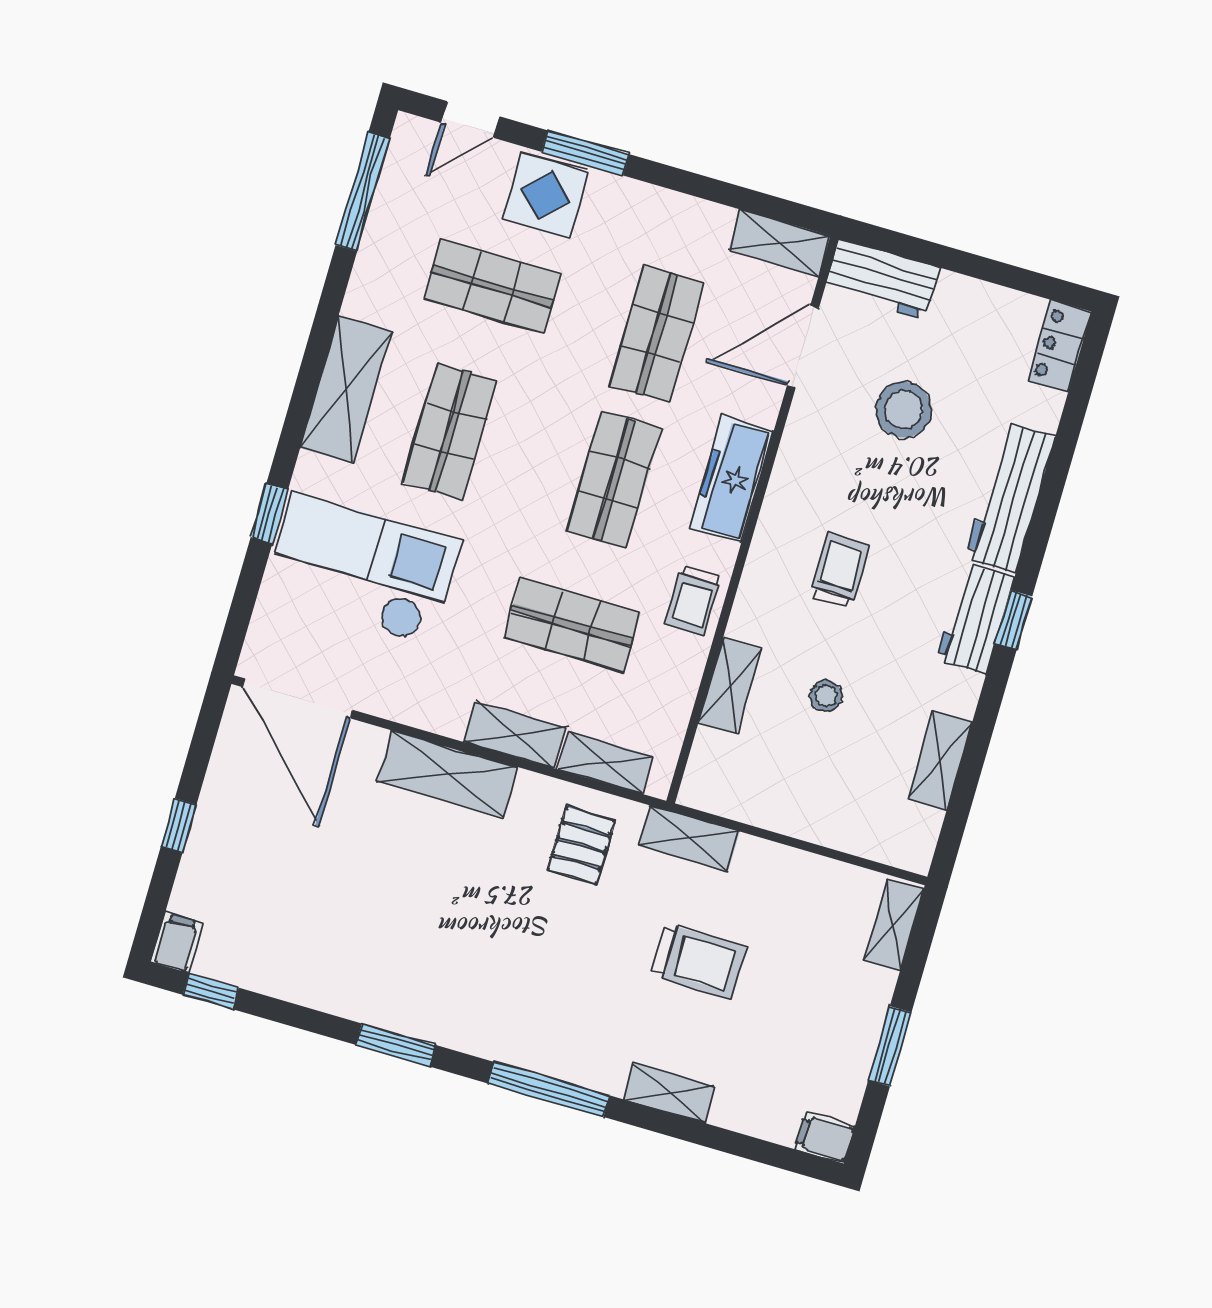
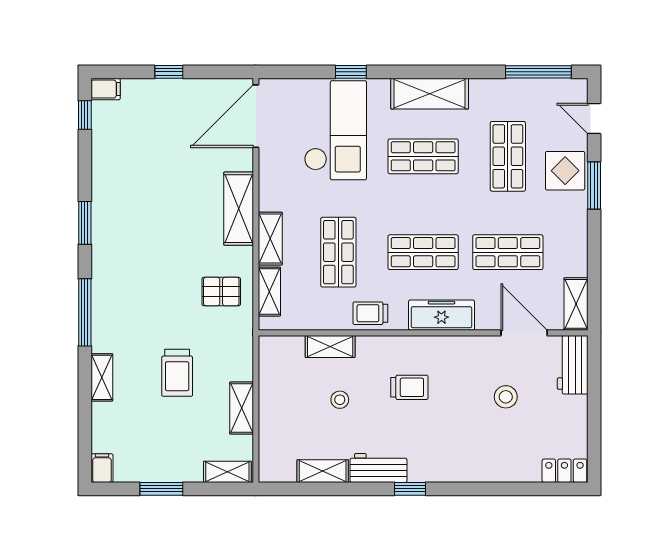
stool: (904, 410) -> (506, 397), width x0.73, depth x0.73
workbench: (1010, 498) -> (475, 468), removed
workbench: (975, 618) -> (378, 468), moved
shelving: (689, 839) -> (242, 408), moved

